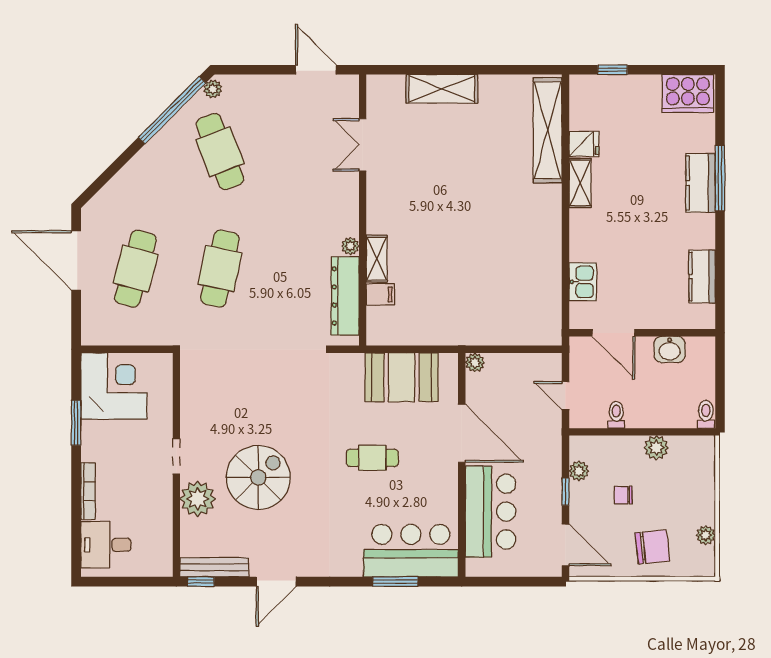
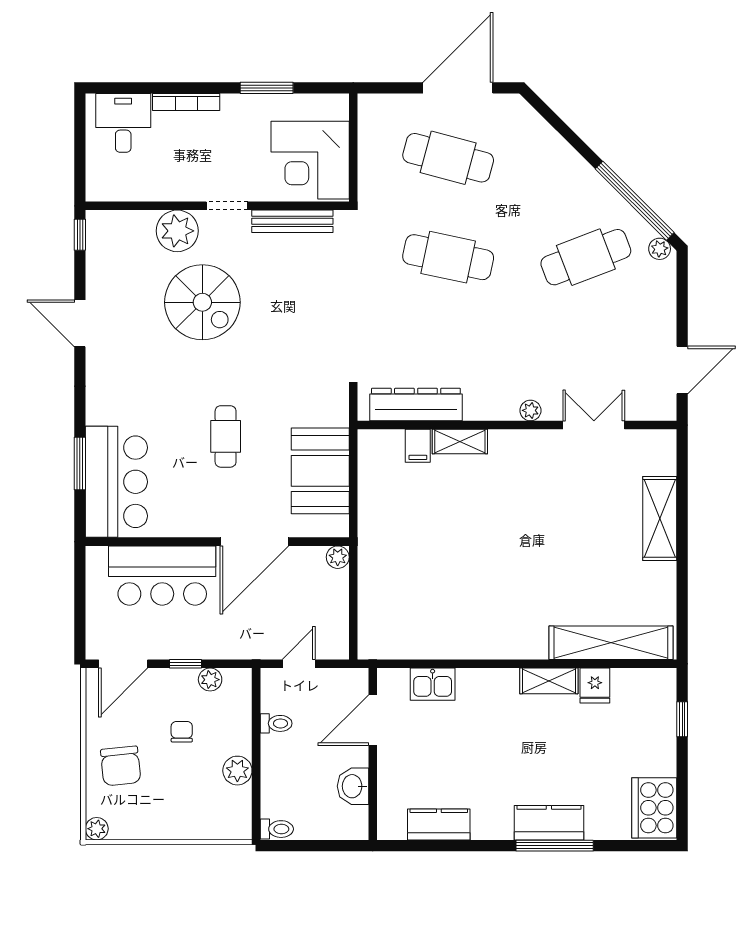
plant: (350, 246) -> (530, 410), moved
corner desk: (114, 386) -> (310, 160), moved, turned 90
plant: (706, 535) -> (97, 829), moved
bench: (214, 567) -> (292, 221), moved, turned 90

